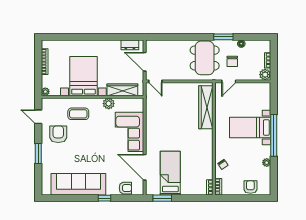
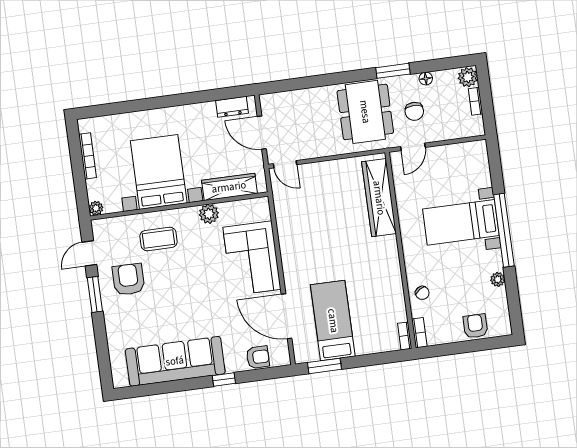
plant: (265, 75) -> (468, 77), moved
door: (38, 117) -> (89, 253), hinge flipped
window: (38, 153) -> (95, 294), moved

